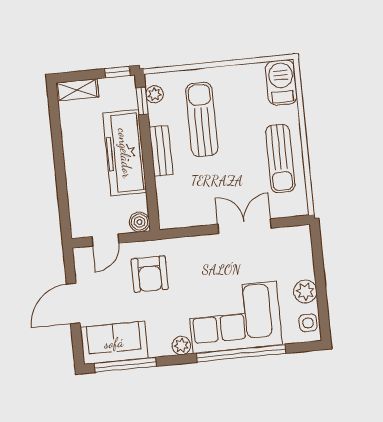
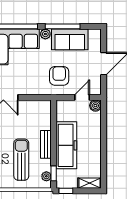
sun lounger: (202, 119) -> (21, 160), turned 180
boiler: (140, 222) -> (95, 106), moved
sofa: (114, 343) -> (70, 39), moved
window: (125, 365) -> (63, 26), moved

